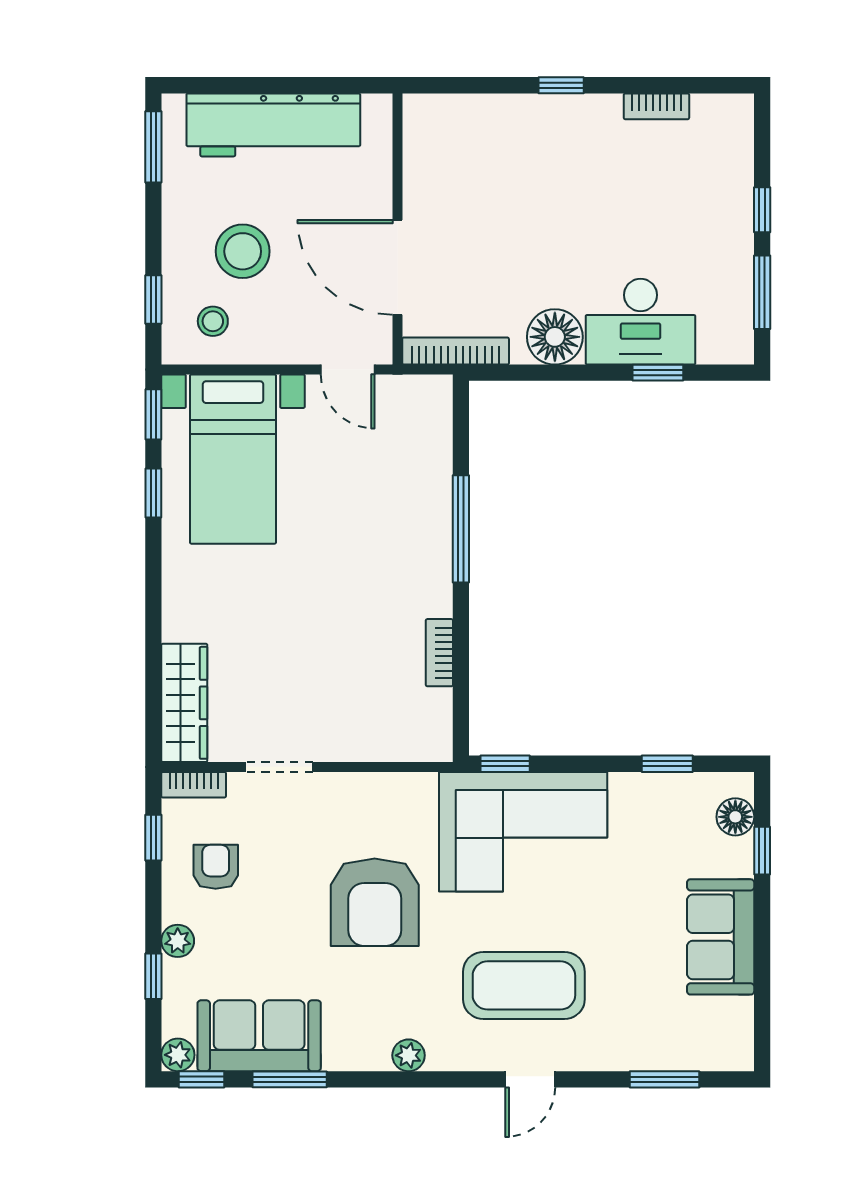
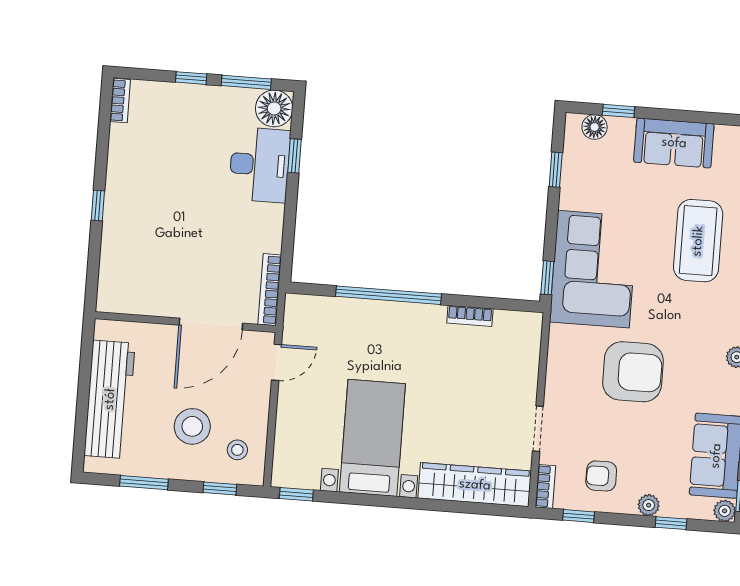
bookcase: (656, 106) -> (120, 101), moved
window: (153, 147) -> (144, 483), moved
floor lamp: (555, 337) -> (274, 108), moved
bed with nightstands: (233, 459) -> (372, 438), moved, turned -90
window: (153, 493) -> (349, 498), removed
window: (461, 529) -> (389, 295), width x1.46
wardrobe: (184, 703) -> (475, 485), width x1.40, depth x1.17
coffee table: (524, 985) -> (698, 241), moved

